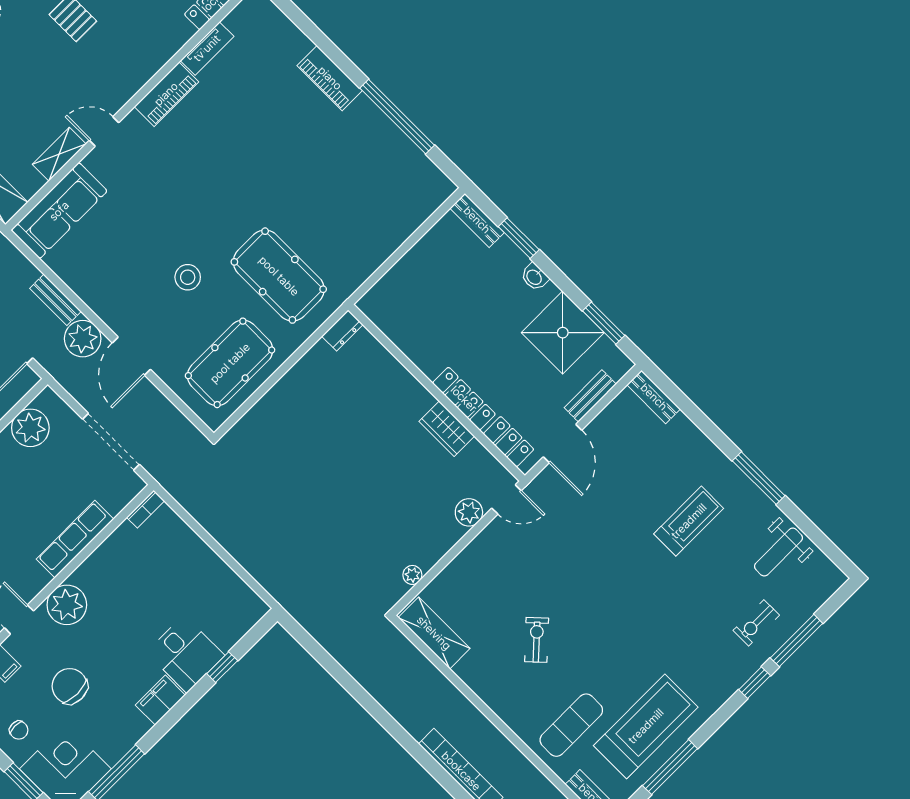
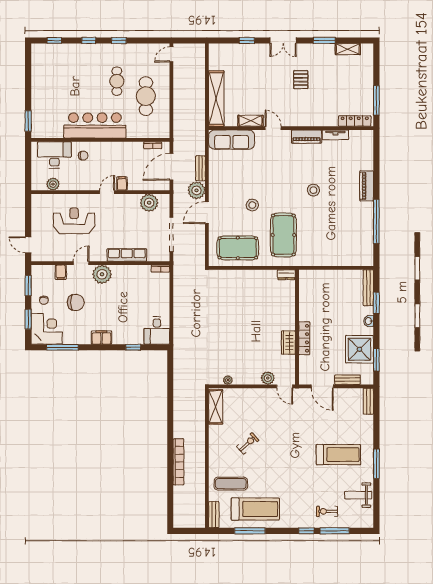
stool: (257, 164) -> (313, 190), added
bench: (477, 220) -> (368, 288), width x1.36
locker: (509, 442) -> (305, 368), removed
door: (562, 443) -> (322, 386), hinge flipped
treadmill: (689, 521) -> (338, 455), width x1.37, depth x1.38
desk: (185, 654) -> (157, 330), moved
chair: (70, 686) -> (76, 302), turned 90

